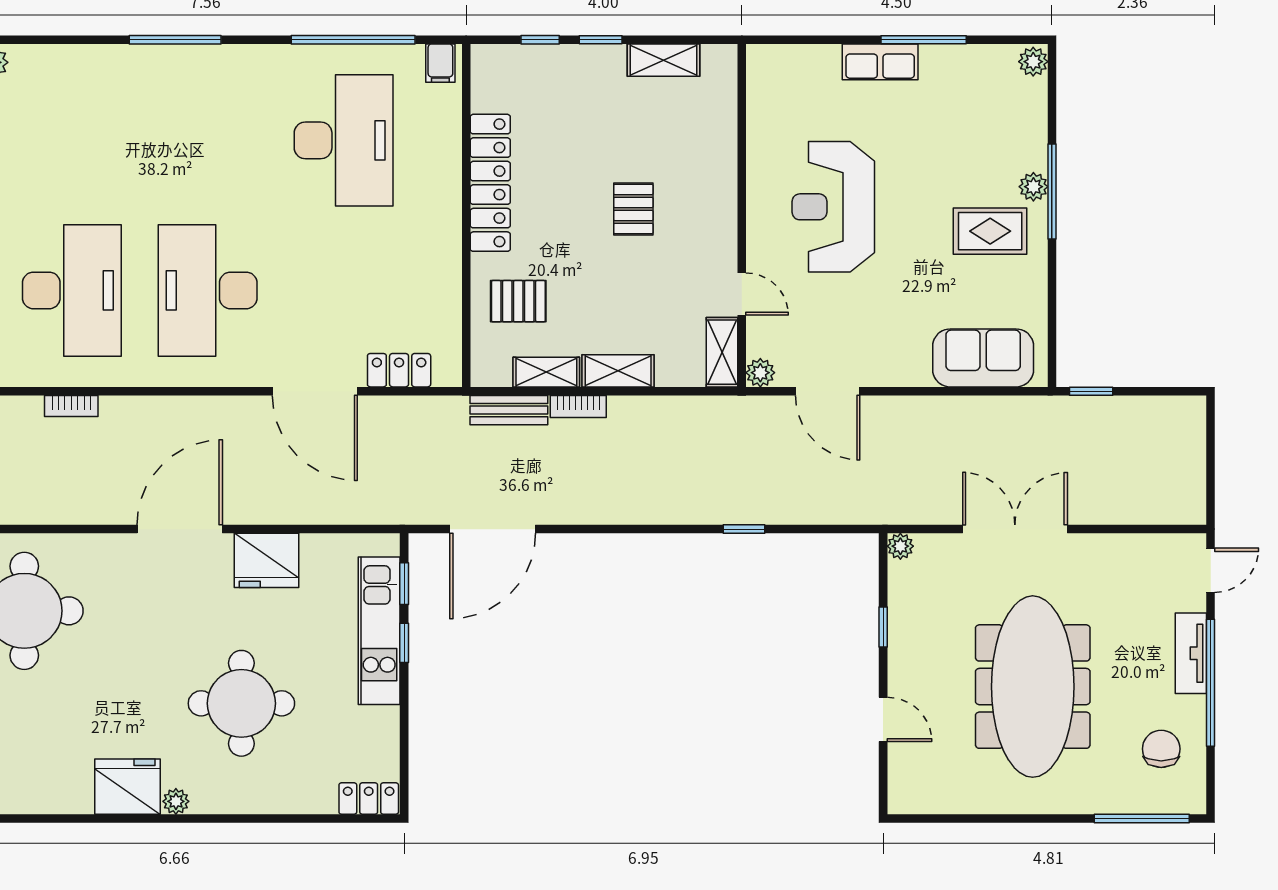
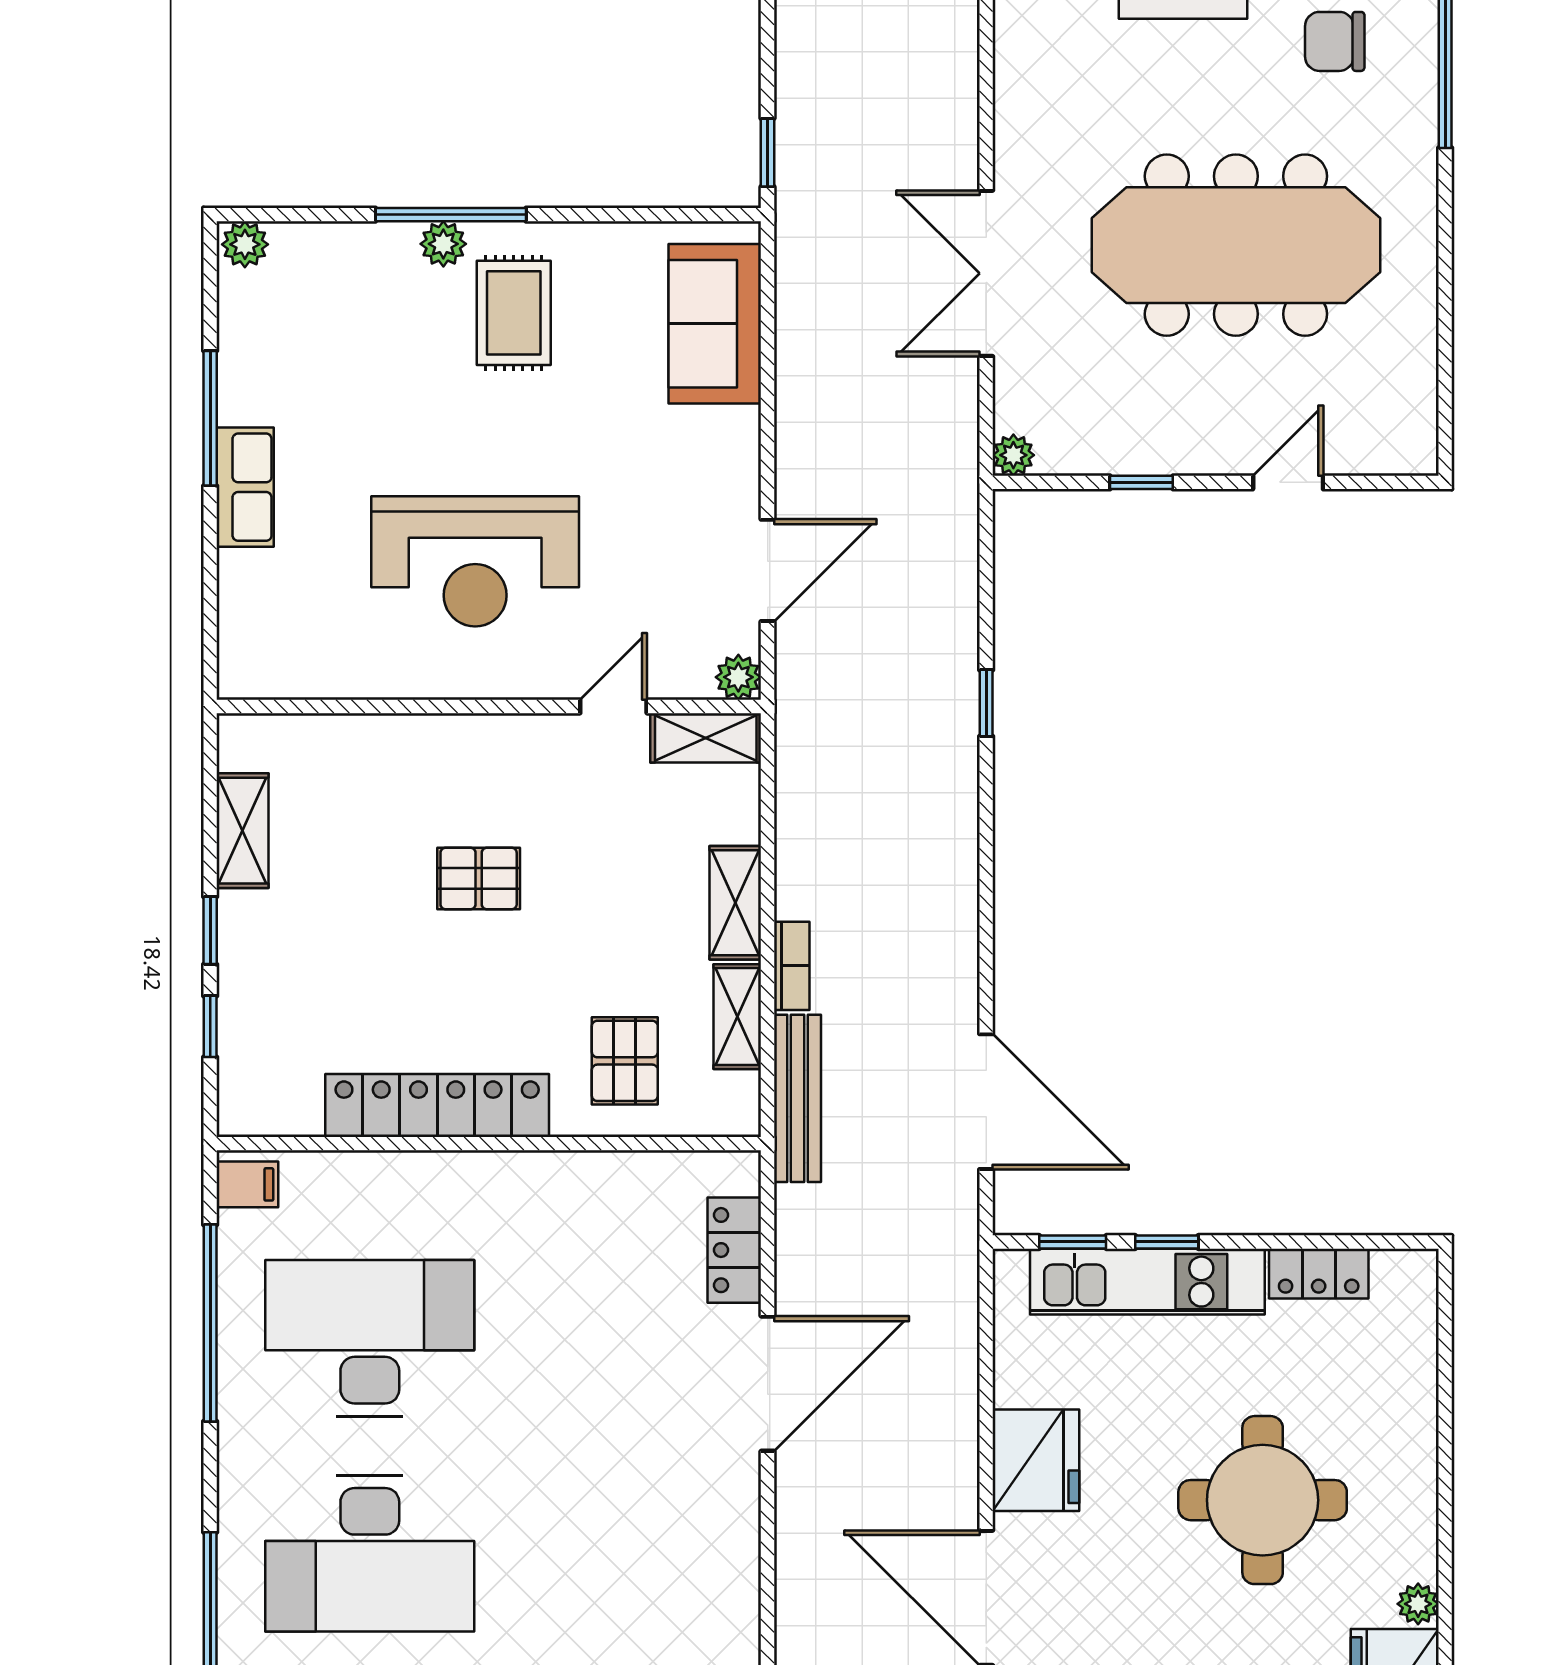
desk: (208, 290) -> (370, 1553), moved
bench: (509, 410) -> (798, 1098), width x1.36
locker: (369, 799) -> (1319, 1274), moved, turned -90

